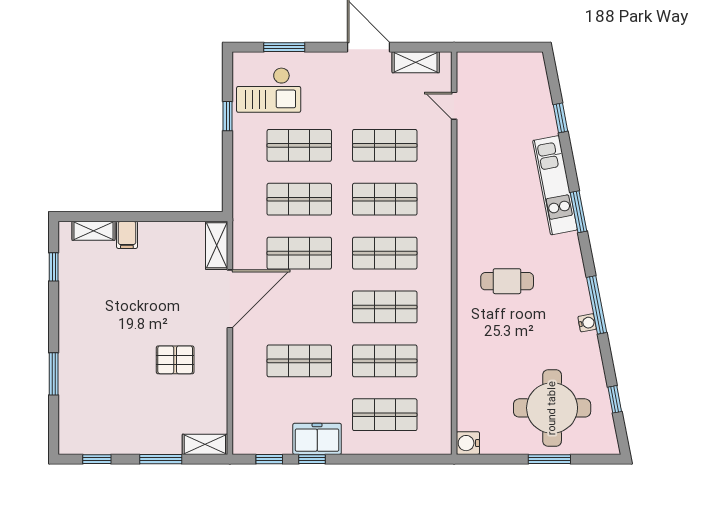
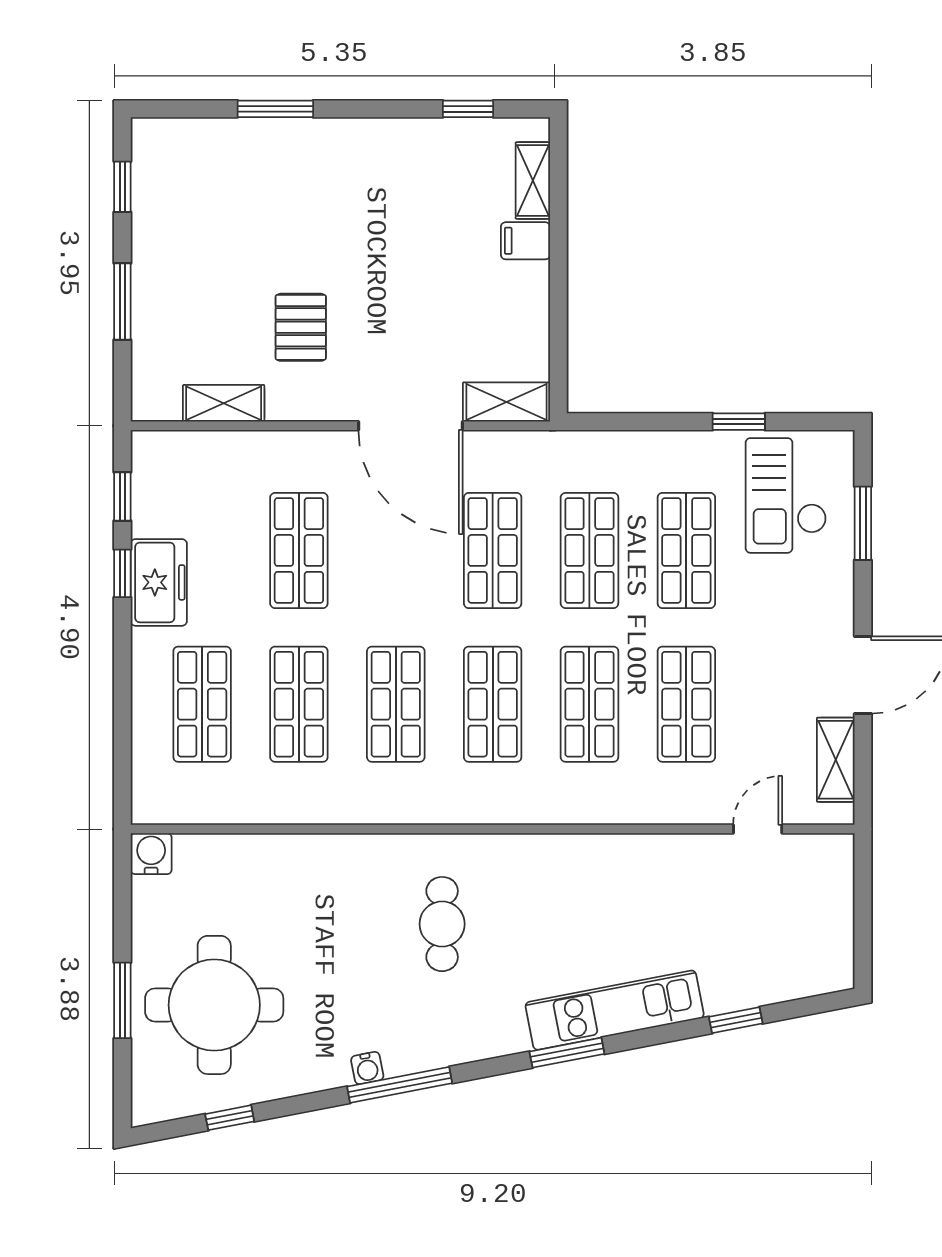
shelving: (205, 444) -> (224, 403), moved, turned 90

